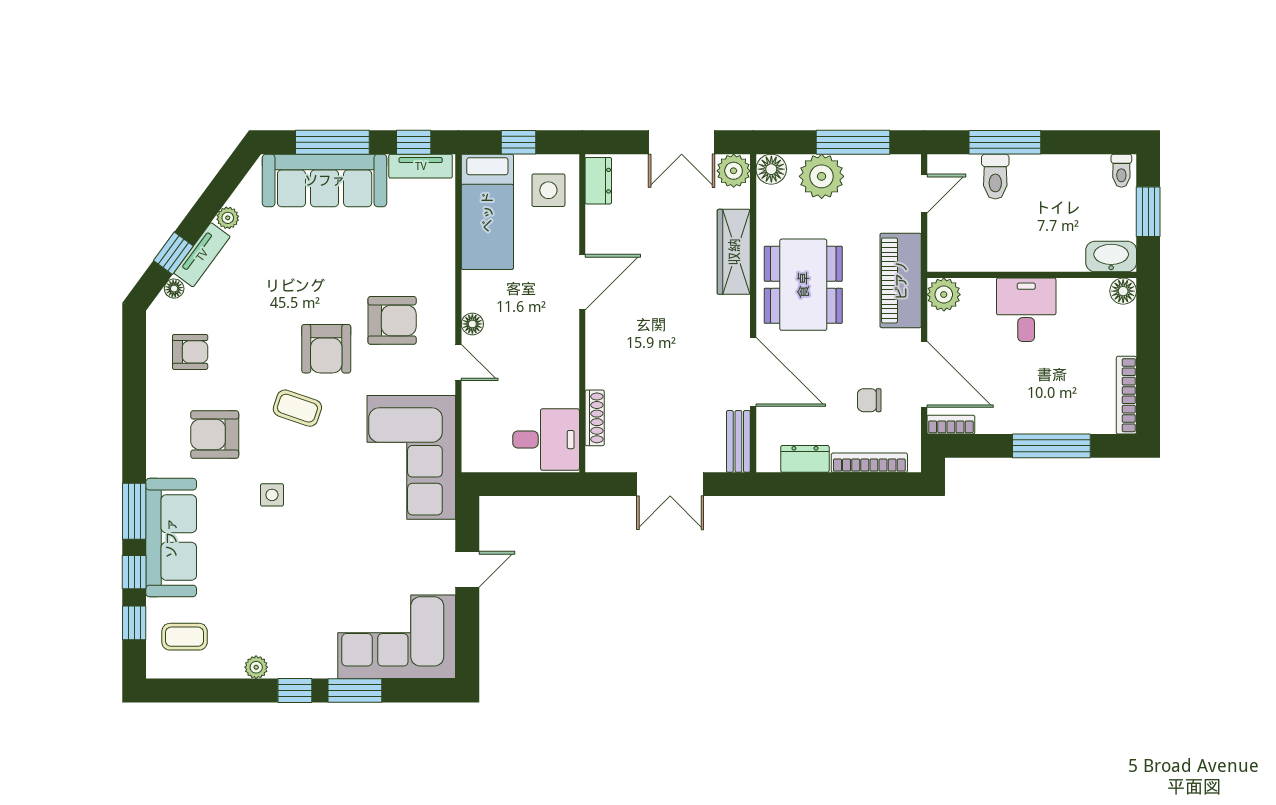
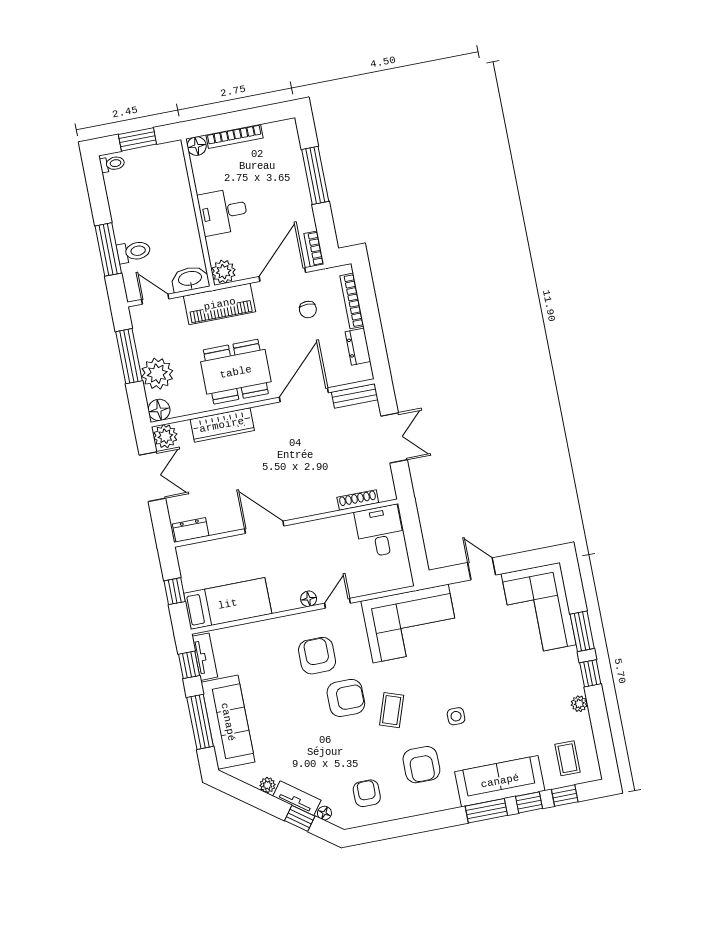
side table: (548, 190) -> (204, 564), removed
washbasin: (1111, 257) -> (190, 279), moved, turned 90
bookcase: (1126, 395) -> (234, 136), moved

